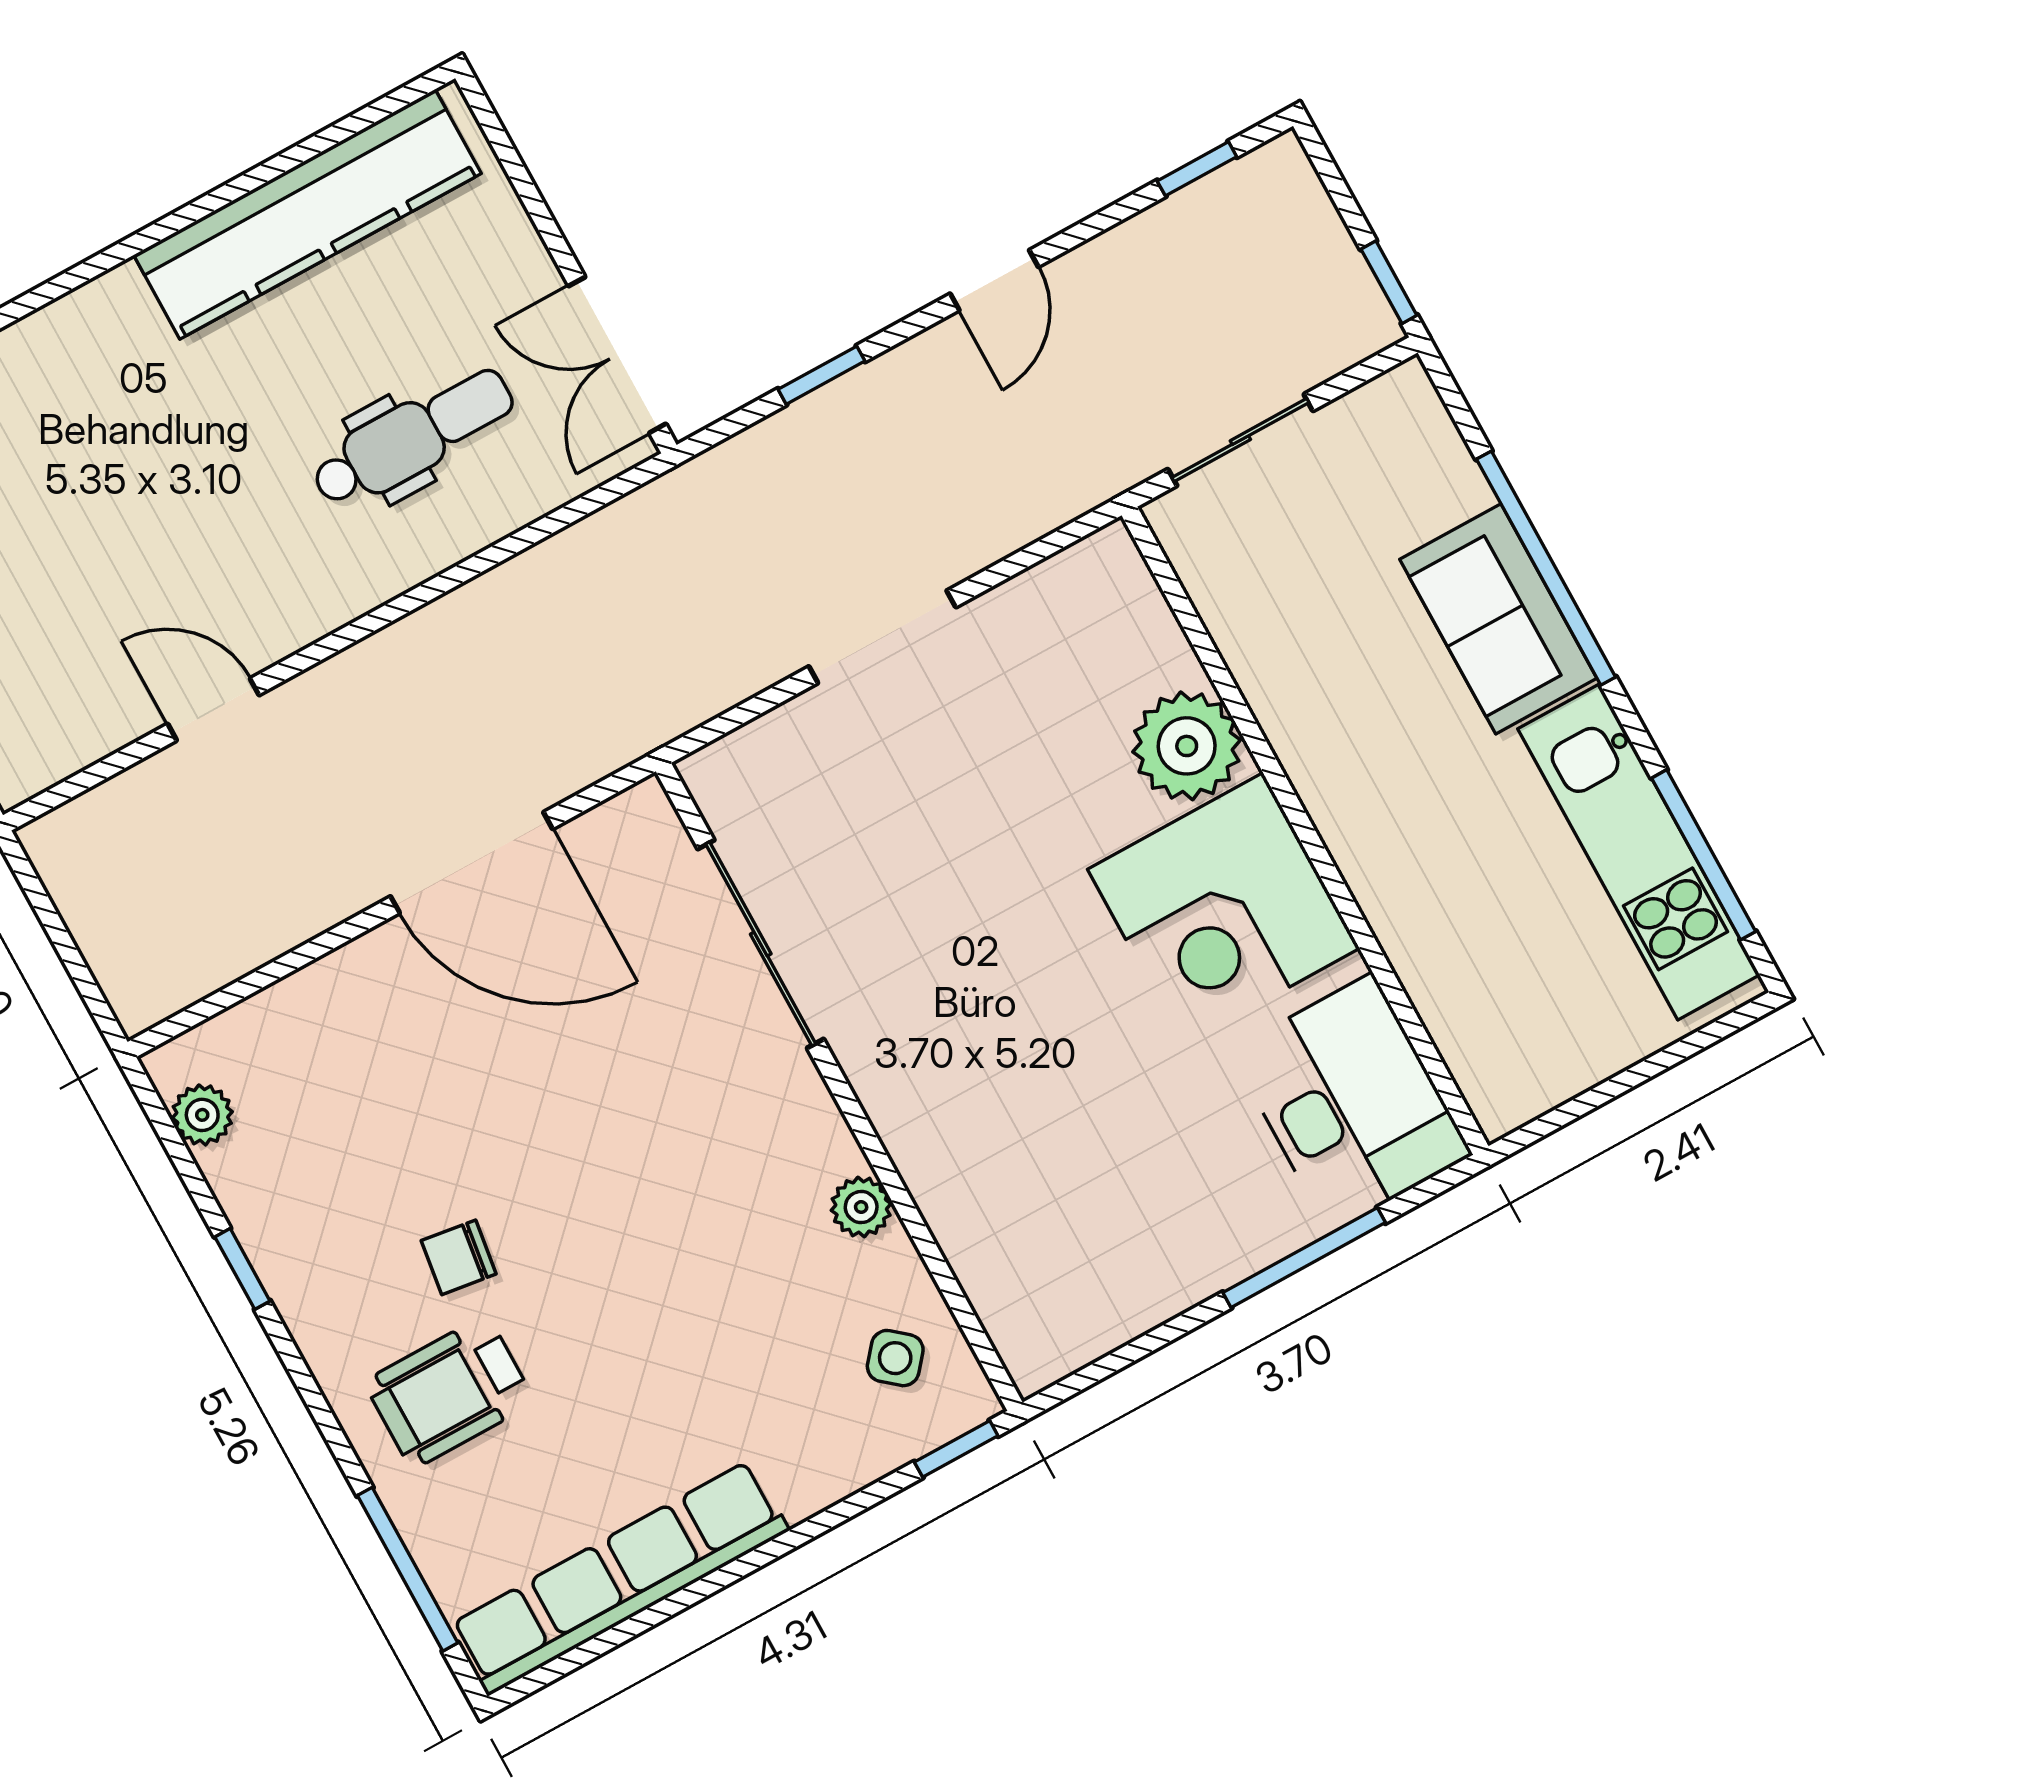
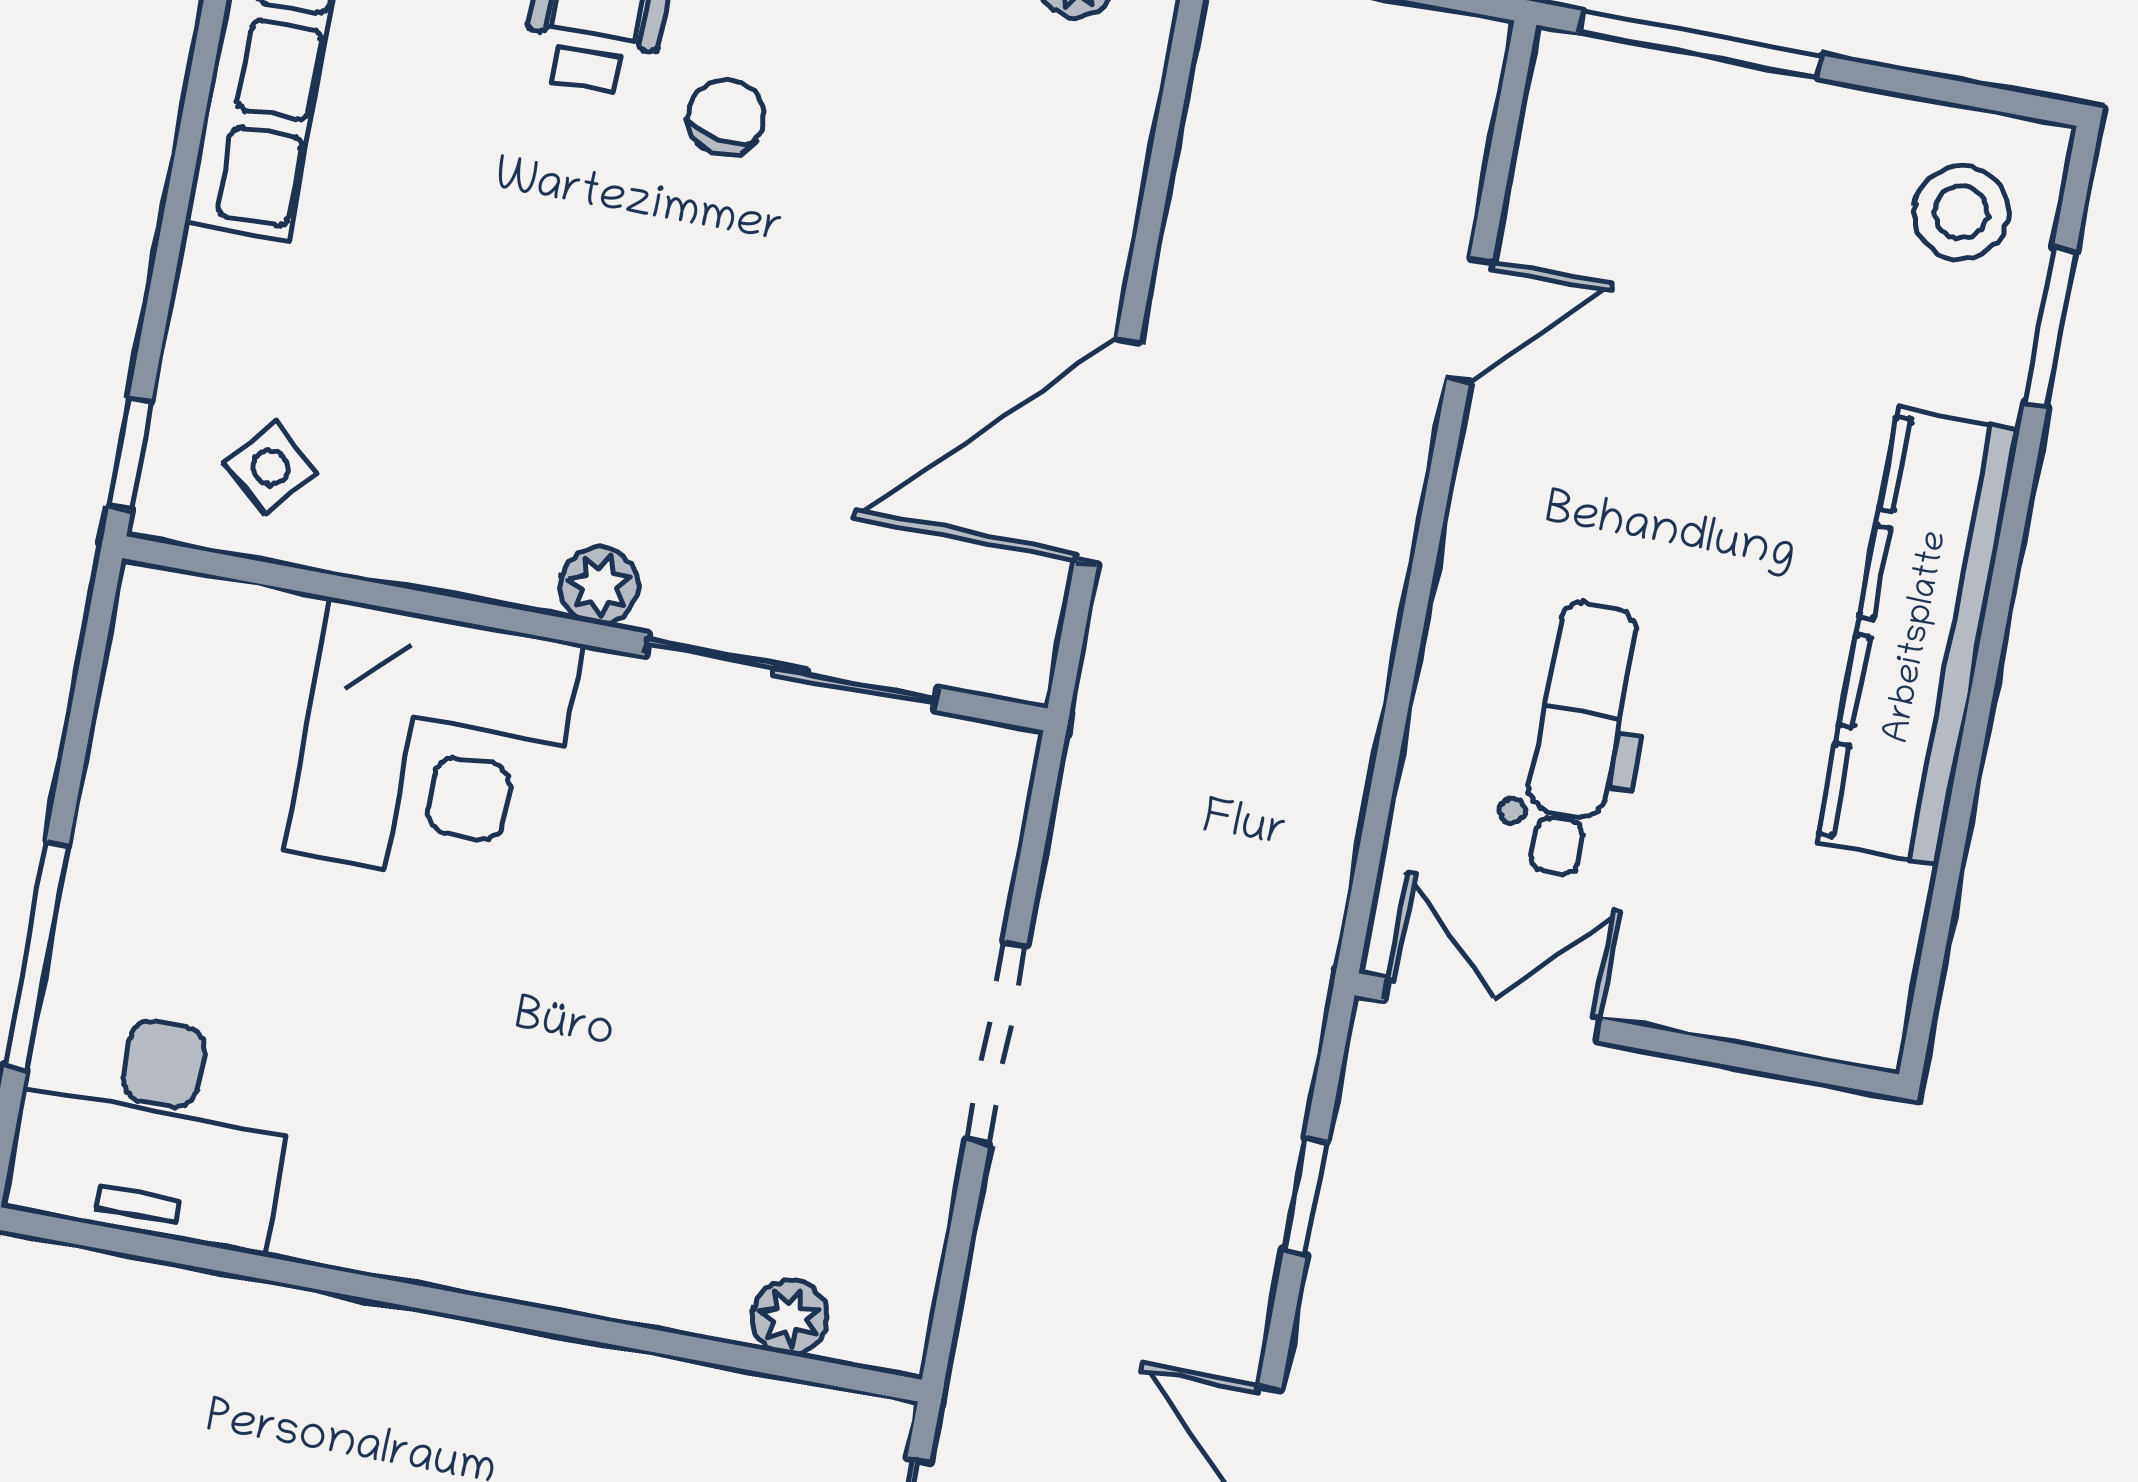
kitchen counter: (307, 214) -> (1918, 637), moved
dental chair: (413, 438) -> (1577, 739), turned 180
plant: (1187, 746) -> (790, 1317), moved, width x0.53, depth x0.53
corner desk: (1224, 909) -> (434, 747), moved, turned 180
plant: (861, 1207) -> (599, 585), moved

